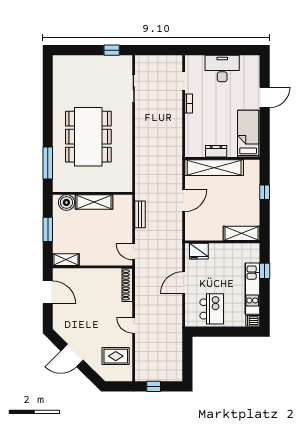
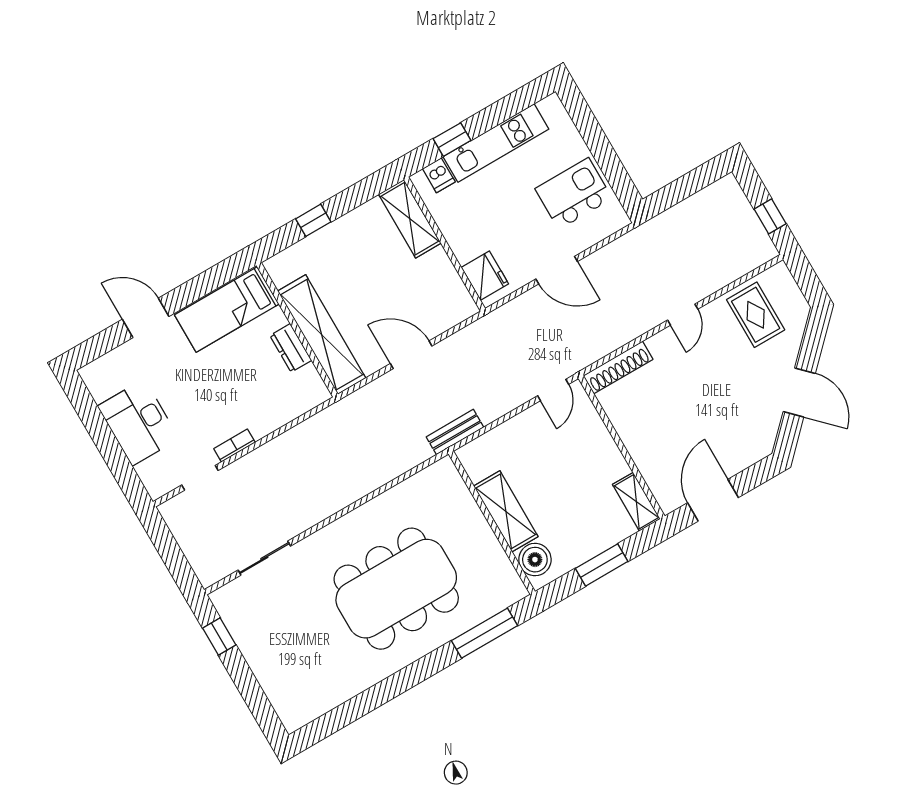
bench: (140, 214) -> (455, 432), moved
dishwasher: (253, 321) -> (439, 175), moved

